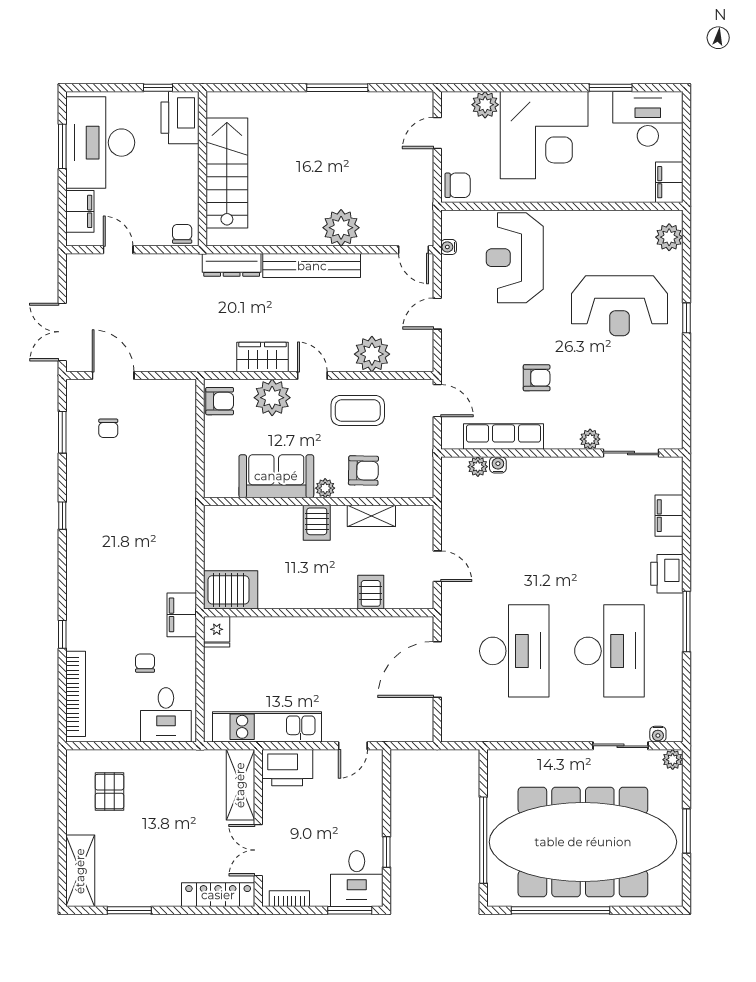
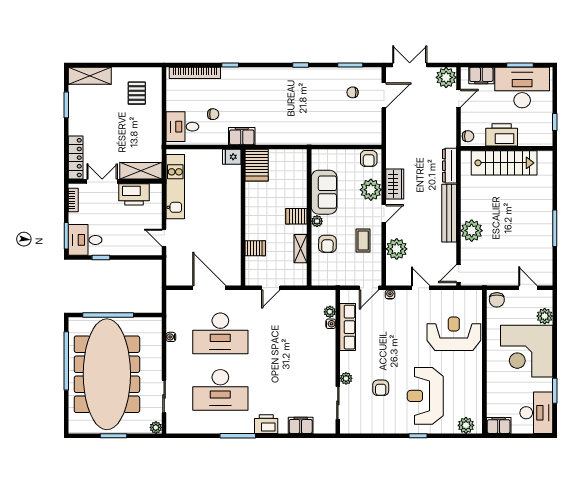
printer: (180, 118) -> (502, 135), moved
water cooler: (449, 247) -> (390, 294), moved
plant: (83, 271) -> (446, 77), added
armchair: (537, 378) -> (381, 388), moved
coffee table: (358, 411) -> (363, 241), width x0.73, depth x0.77
water cooler: (658, 734) -> (171, 337), moved
printer: (287, 768) -> (134, 194), moved, turned -90
pallet: (109, 792) -> (137, 93), turned 90

